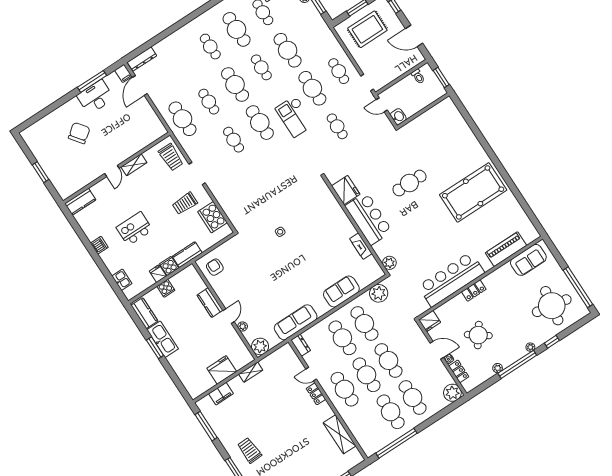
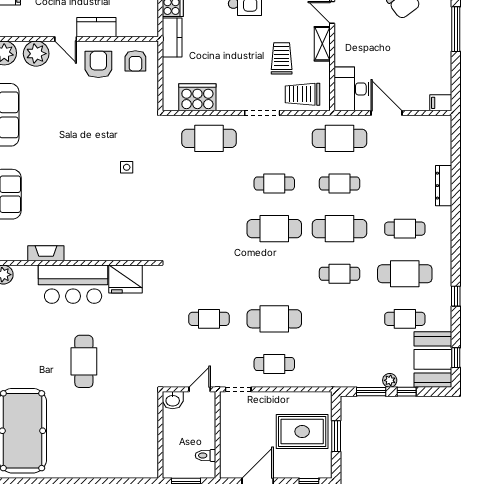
rug: (367, 29) -> (302, 432), turned 90
cafe table: (288, 50) -> (209, 138), moved
dresser: (142, 59) -> (444, 186), moved
window: (92, 81) -> (456, 29), moved
door: (140, 86) -> (387, 113), moved
desk: (95, 97) -> (351, 89), moved, turned 180
checkout: (295, 116) -> (254, 276), removed
trolley: (185, 203) -> (282, 58), moved
armchair: (215, 267) -> (135, 61), turned 90
armchair: (231, 287) -> (98, 64), added
plant: (243, 326) -> (36, 54), width x1.87, depth x1.87

